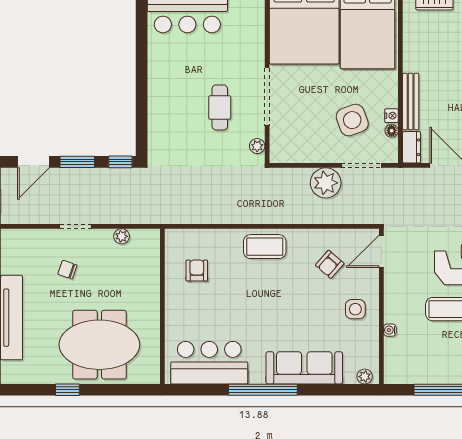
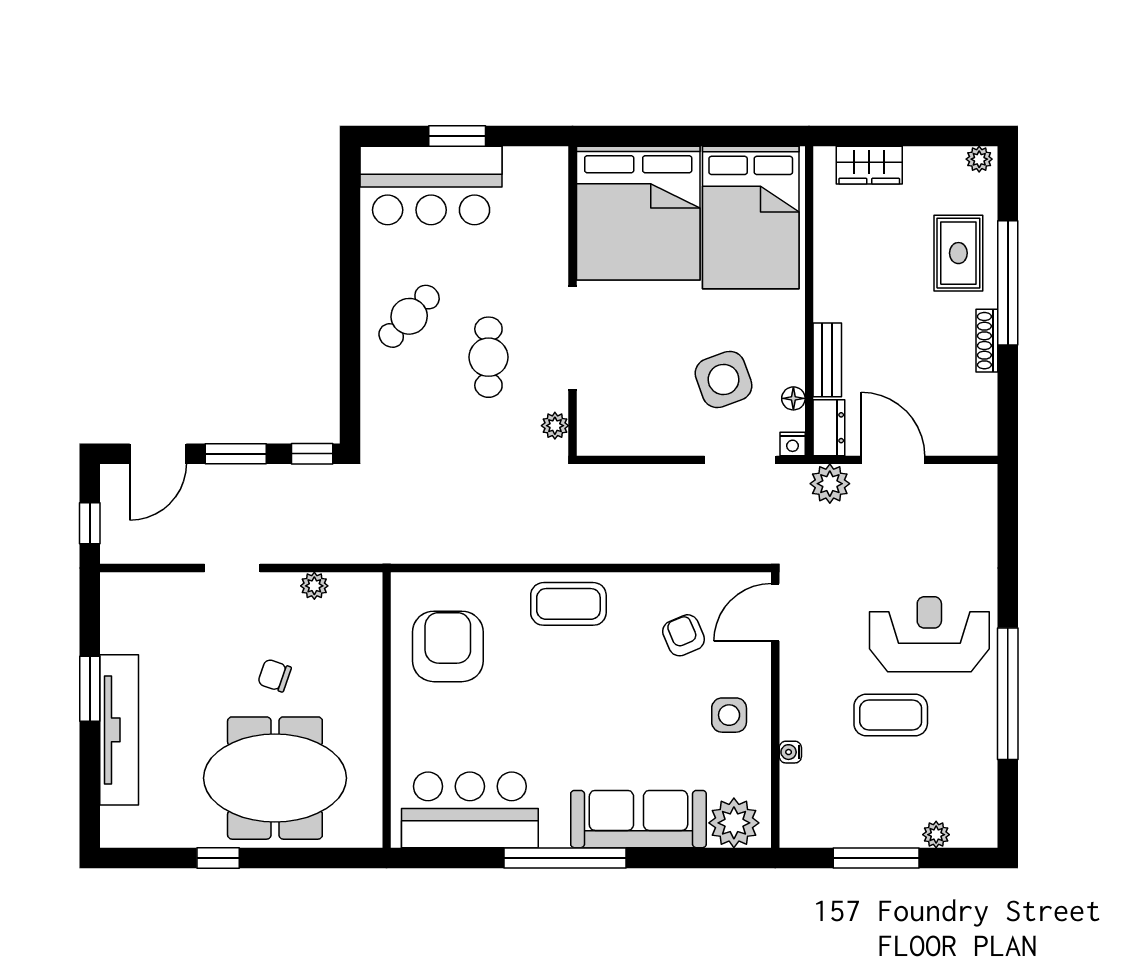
cafe table: (175, 84) -> (409, 316), added
bench: (411, 101) -> (827, 360), width x0.73
nightstand: (391, 116) -> (793, 444), moved, turned 90
plant: (326, 183) -> (830, 484), moved, width x0.73, depth x0.73
armchair: (330, 264) -> (684, 635), turned 116
chair: (67, 270) -> (274, 675), moved
armchair: (197, 271) -> (448, 646), width x1.88, depth x1.88
plant: (365, 377) -> (734, 823), width x1.87, depth x1.87

